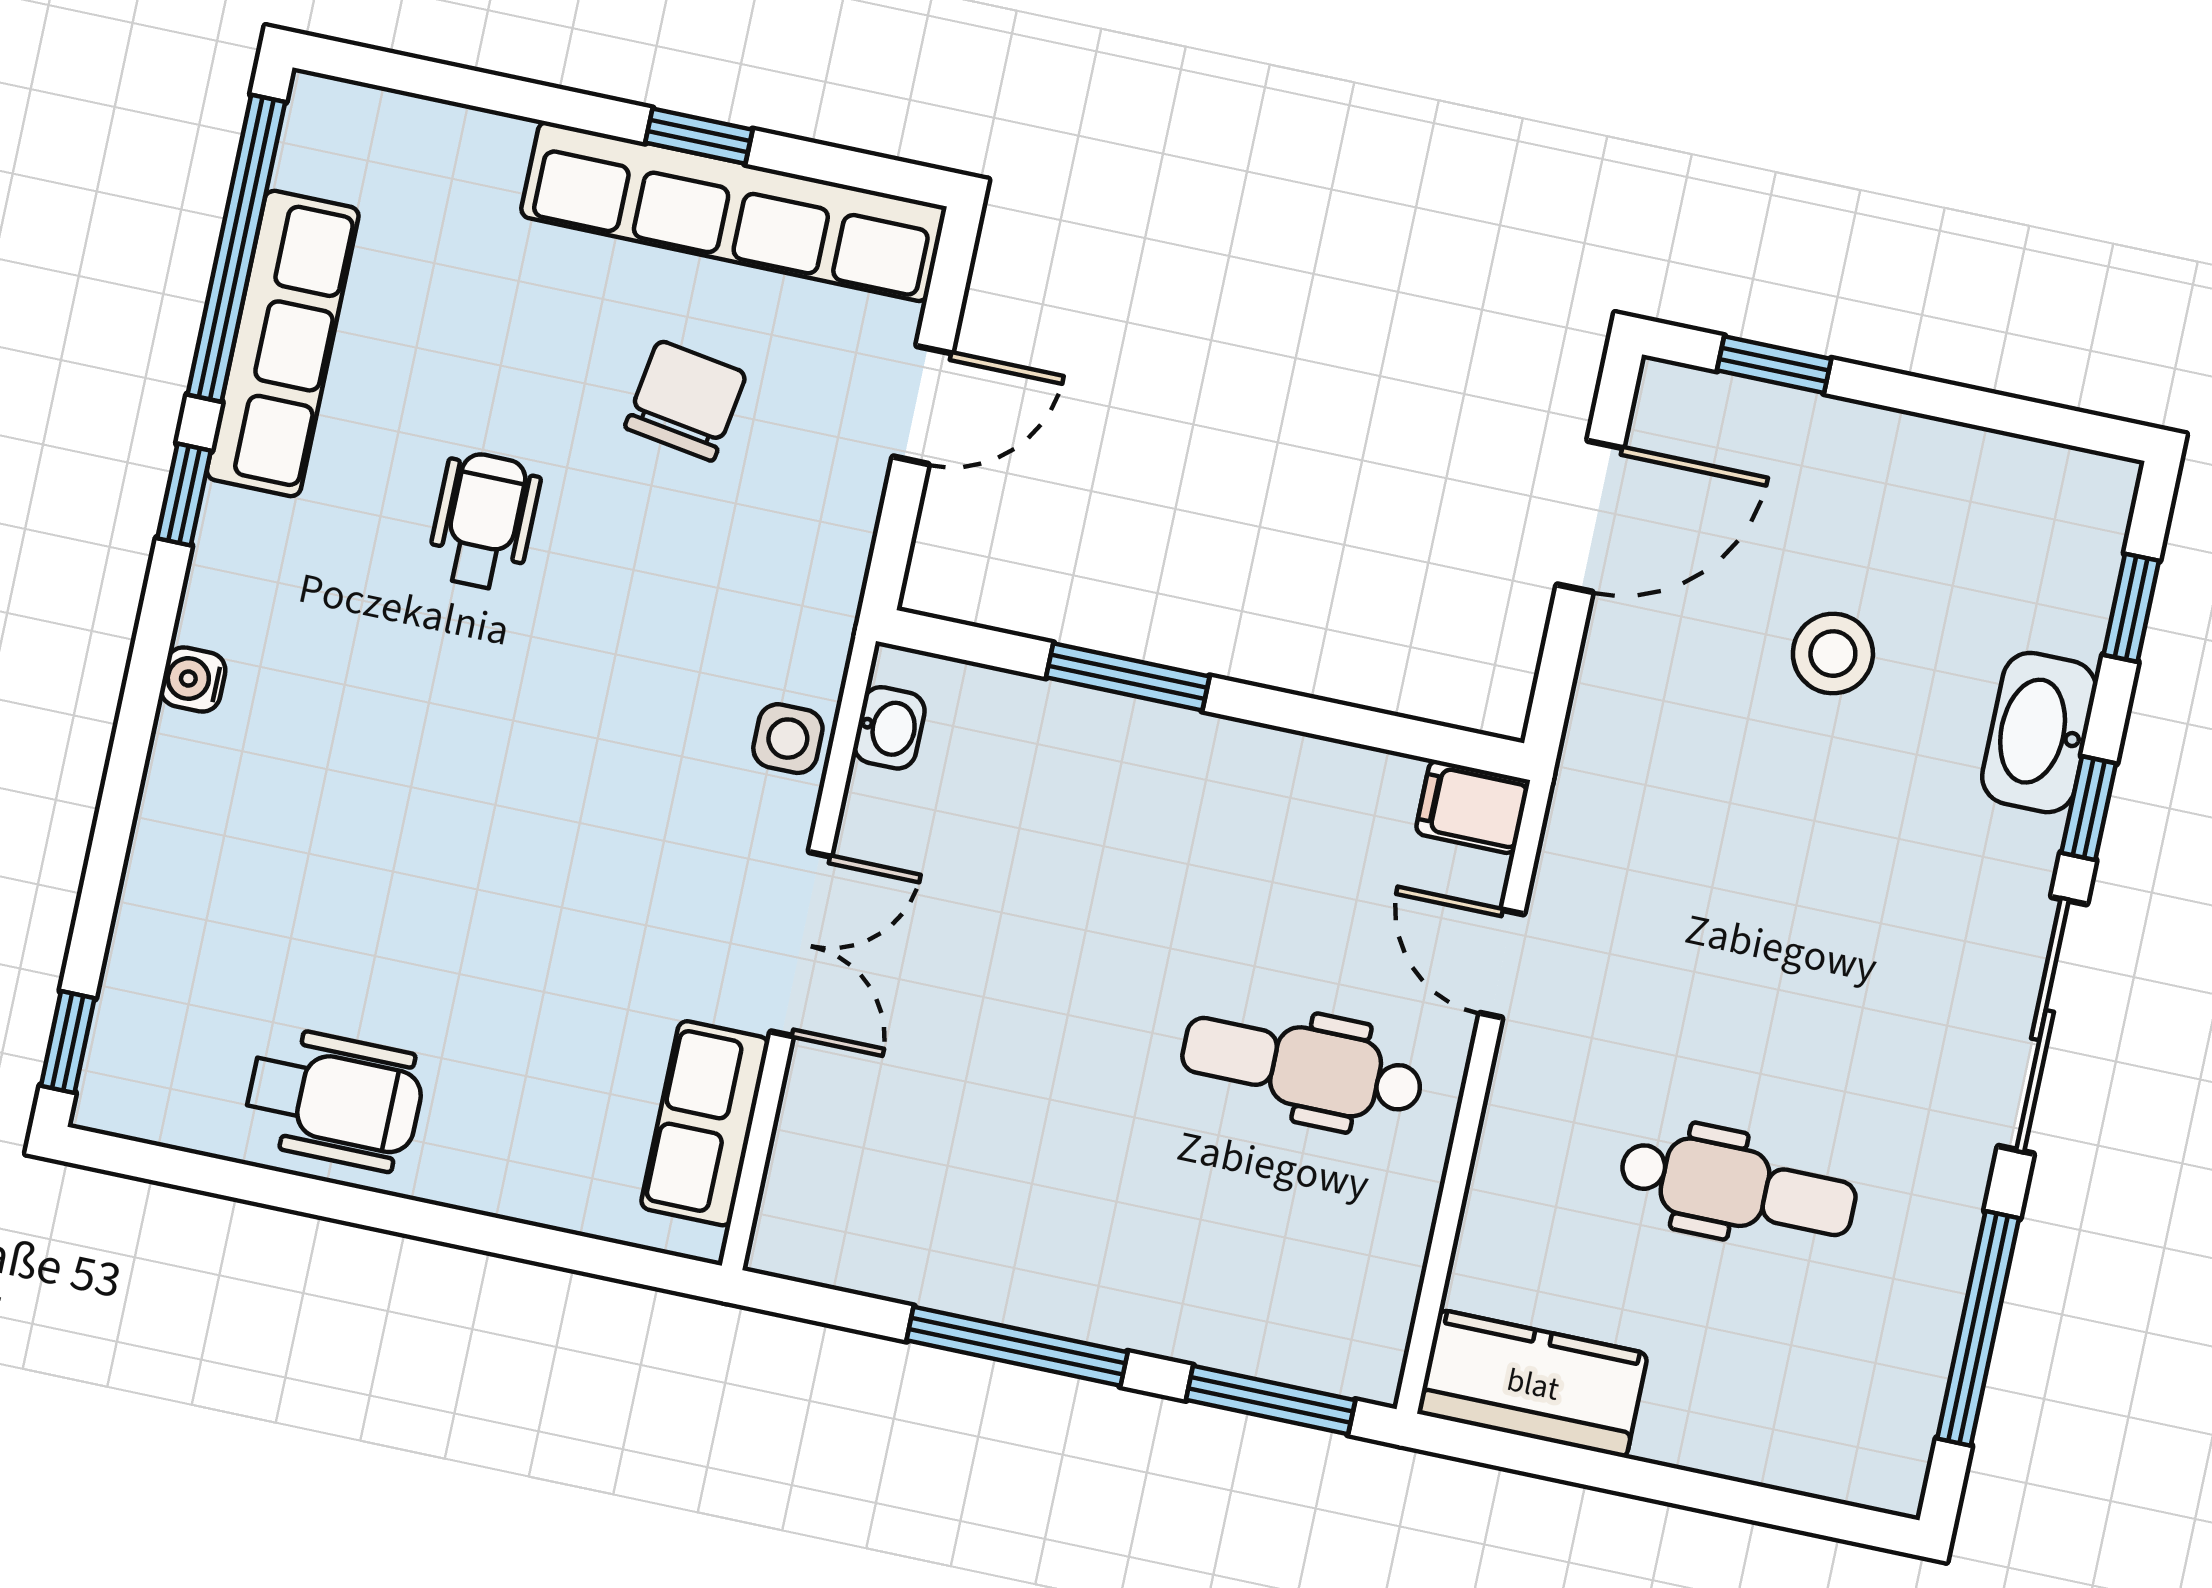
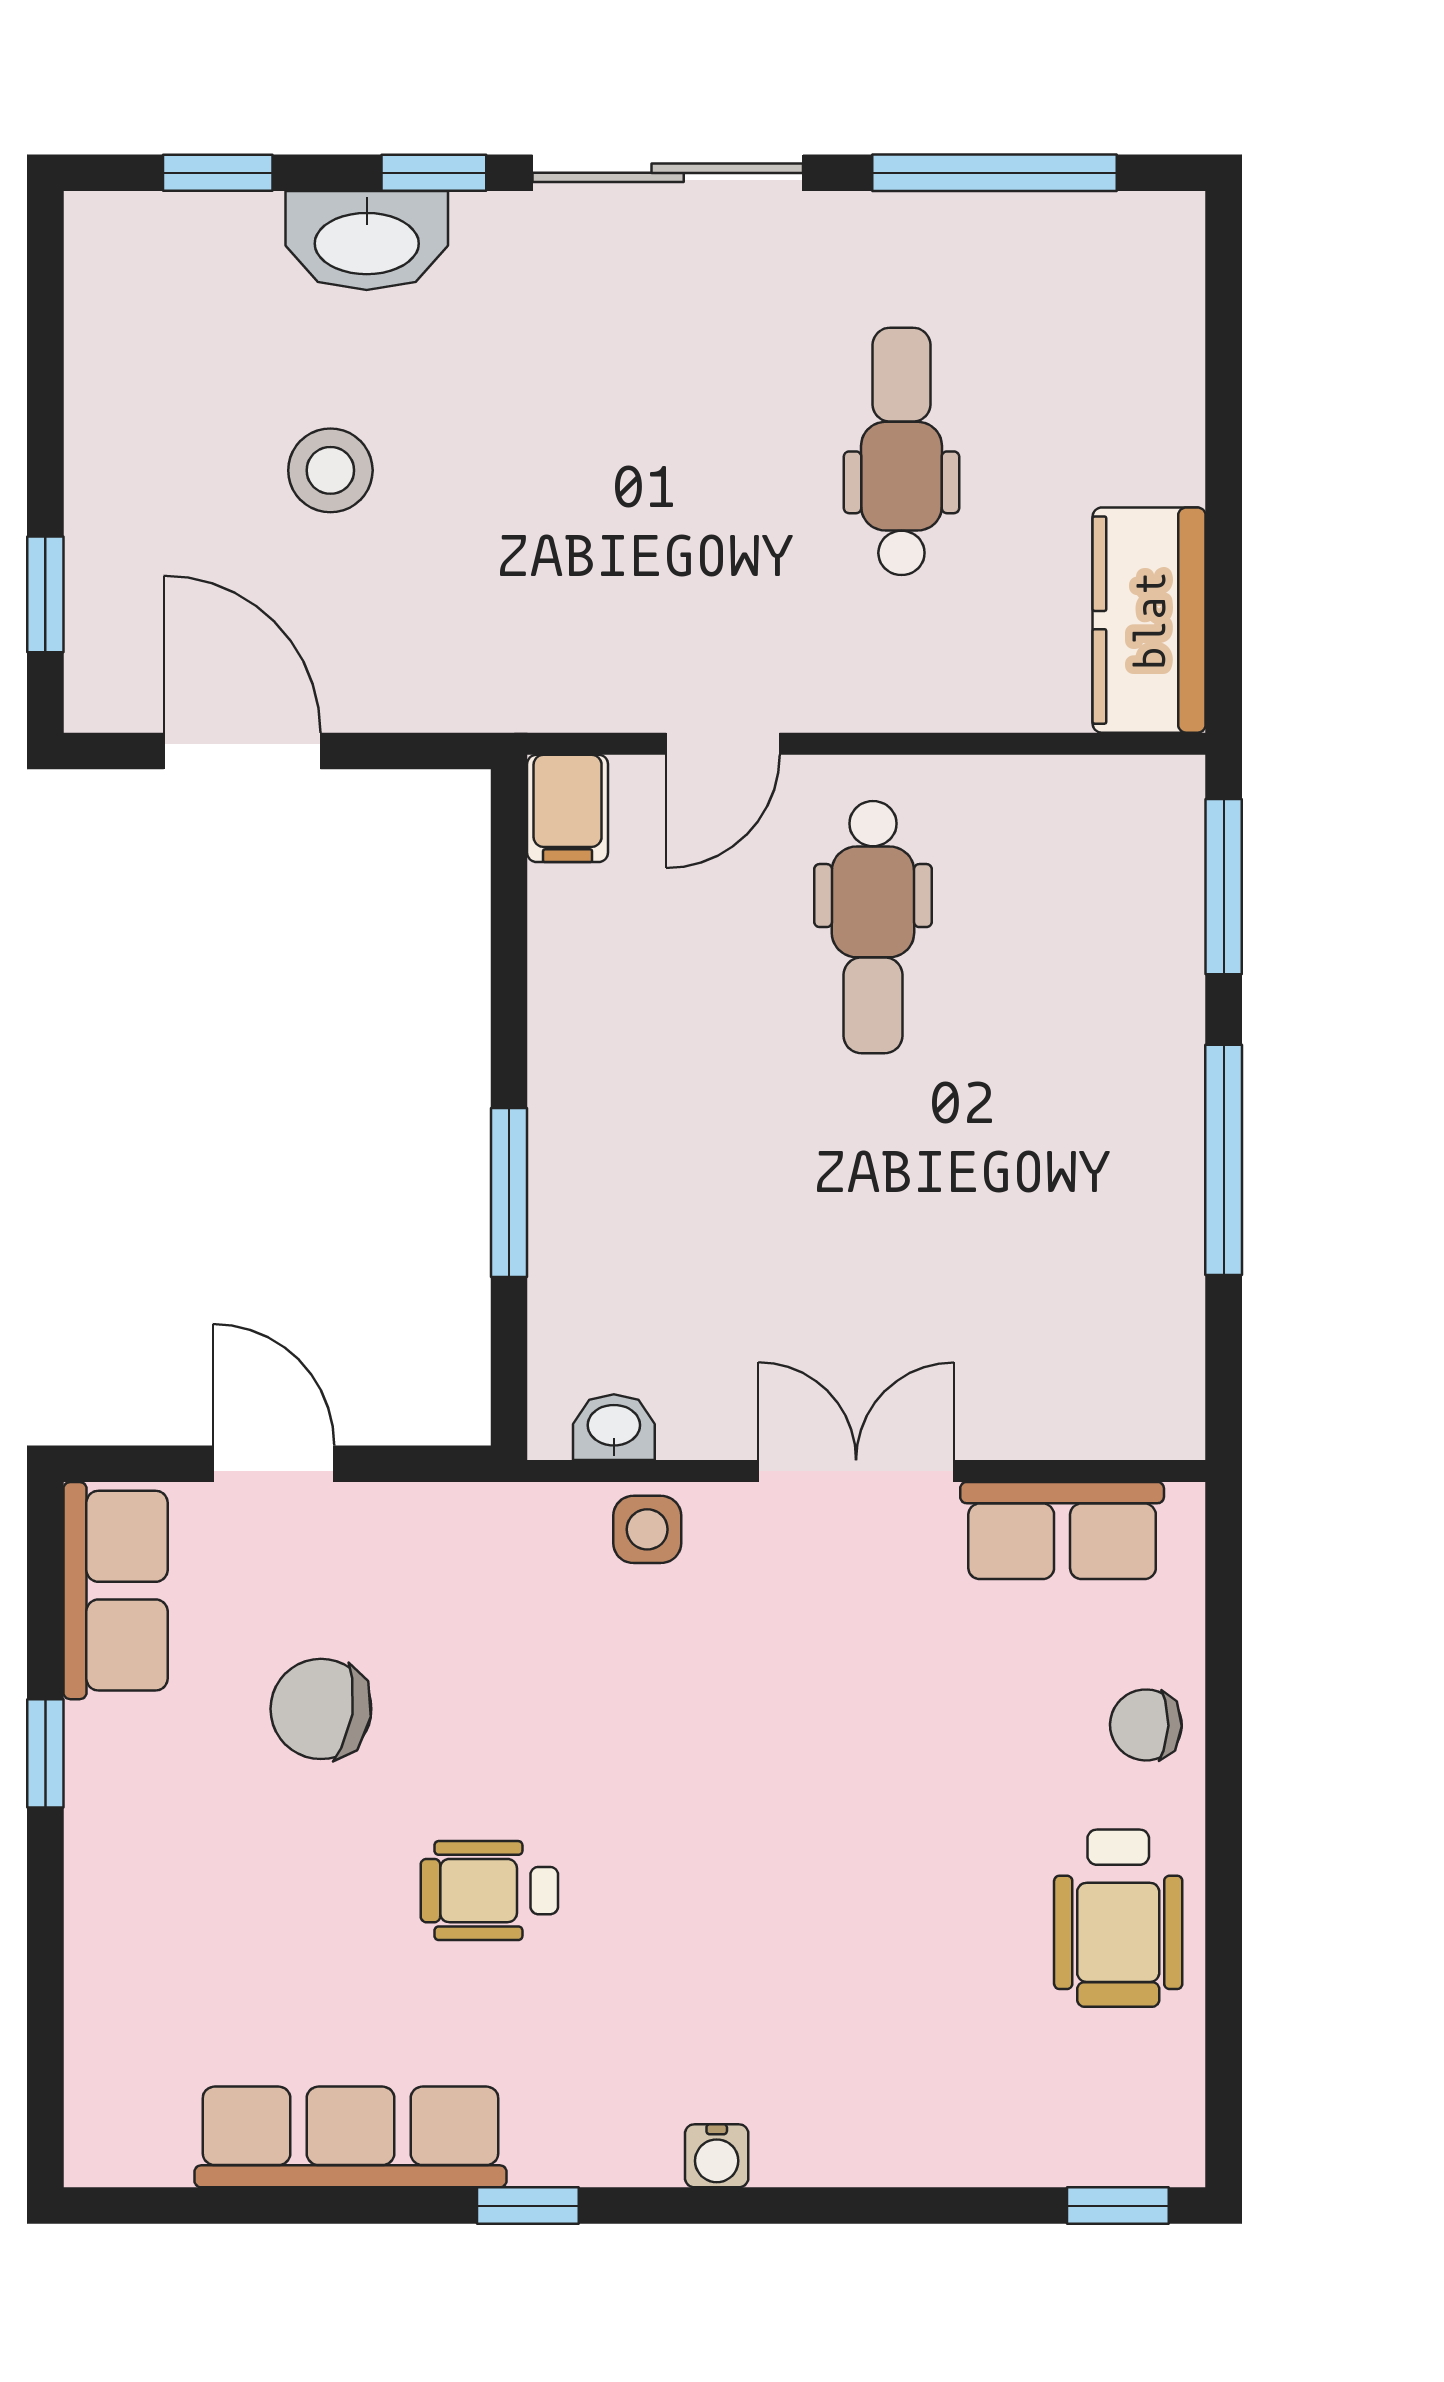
row of seats: (733, 211) -> (116, 1591), width x0.50
window: (236, 248) -> (262, 2206), removed
wheelchair: (334, 1099) -> (1118, 1918), turned 180
chair: (508, 1163) -> (1146, 1725), added

